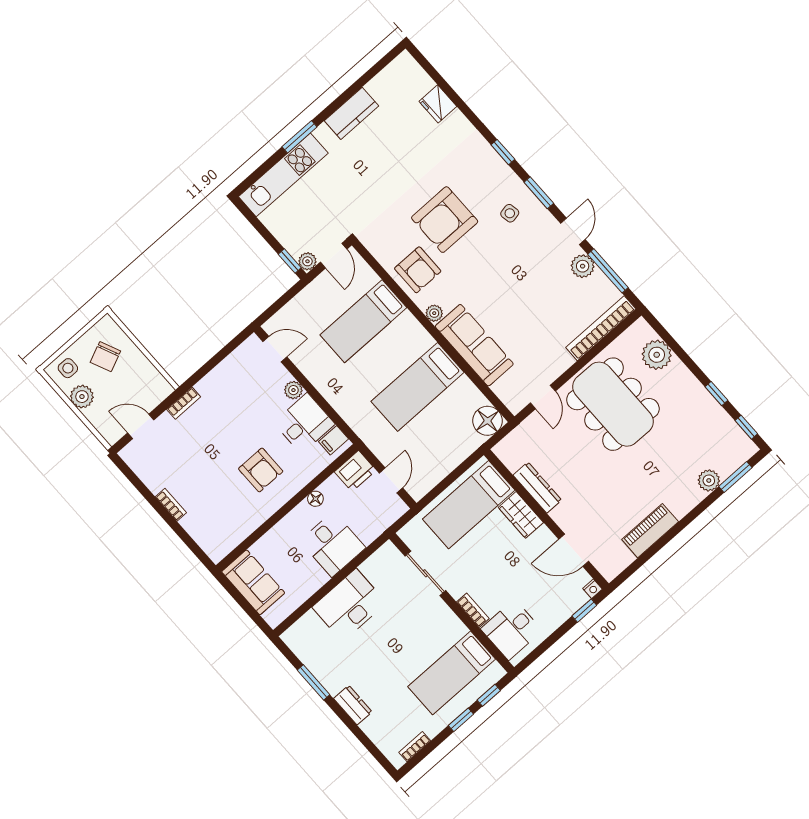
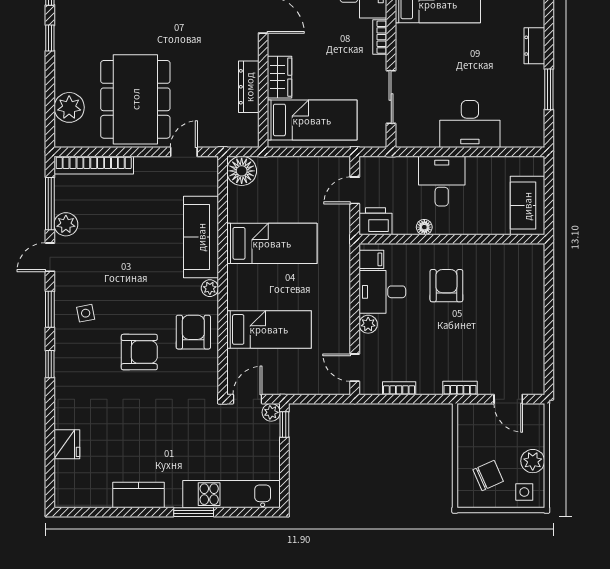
armchair: (445, 220) -> (139, 352), width x0.73, depth x0.73
bookcase: (171, 505) -> (399, 388), moved, turned 90

